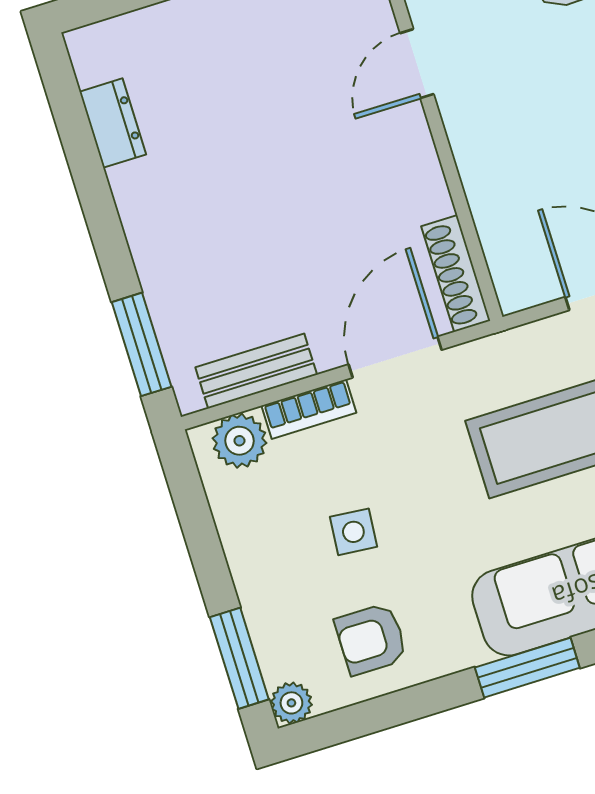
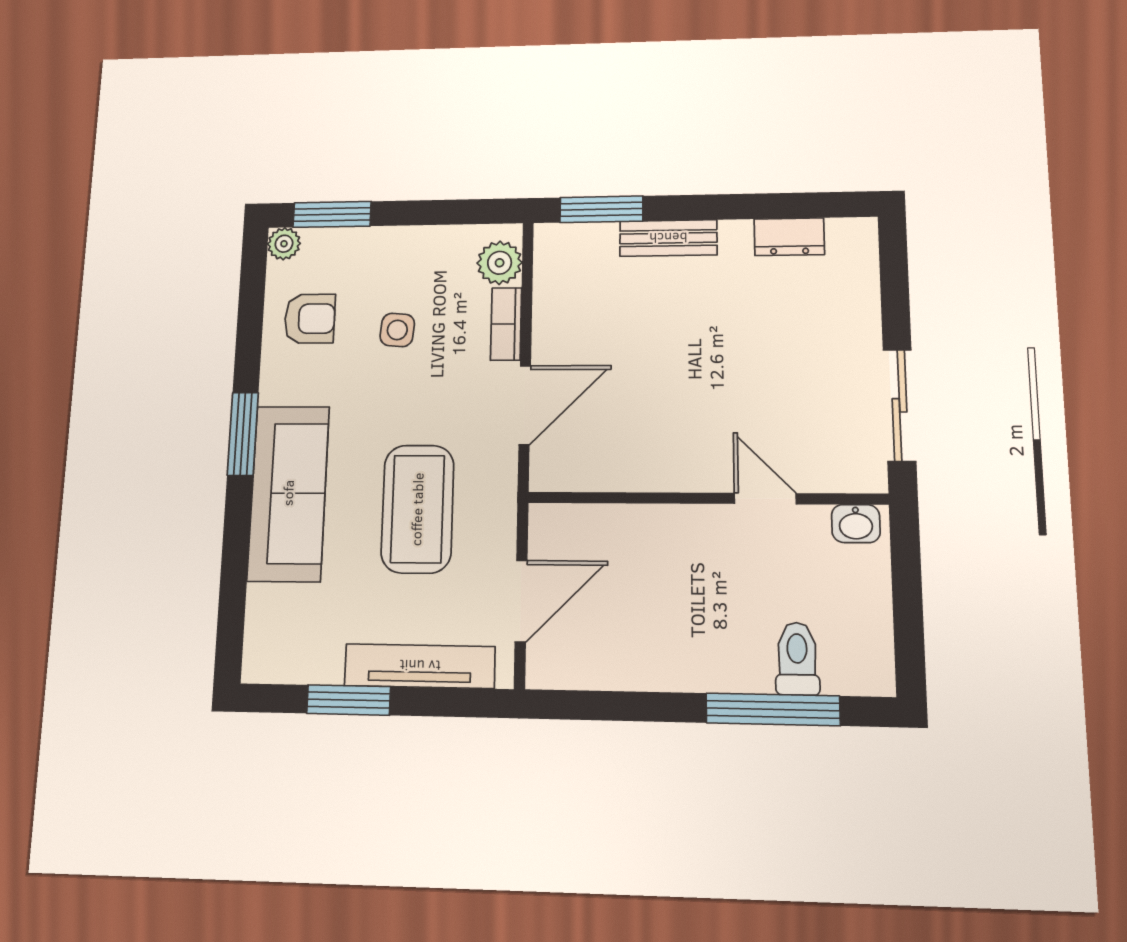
shoe rack: (456, 273) -> (577, 476), removed
door: (395, 357) -> (525, 405), hinge flipped
bench: (256, 371) -> (668, 238), moved, turned 90
armchair: (371, 639) -> (310, 319), turned 90

